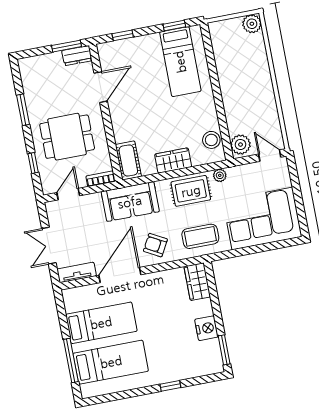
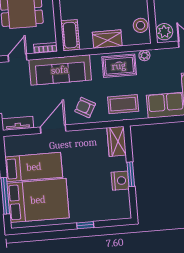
sofa: (130, 202) -> (60, 70), width x1.36
door: (120, 275) -> (53, 129), width x0.73
window: (224, 350) -> (131, 174), moved
bed: (111, 362) -> (38, 200), width x1.50

